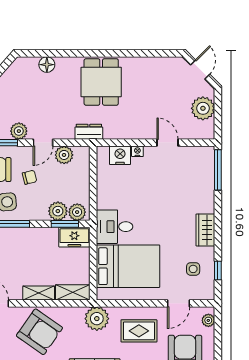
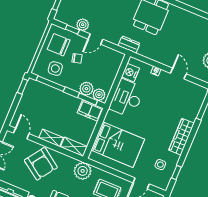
plant: (64, 155) -> (106, 53), removed
nightstand: (120, 155) -> (130, 73), moved, turned -90
desk: (115, 227) -> (127, 98), moved, width x1.37
wardrobe: (205, 230) -> (182, 137), width x1.50

